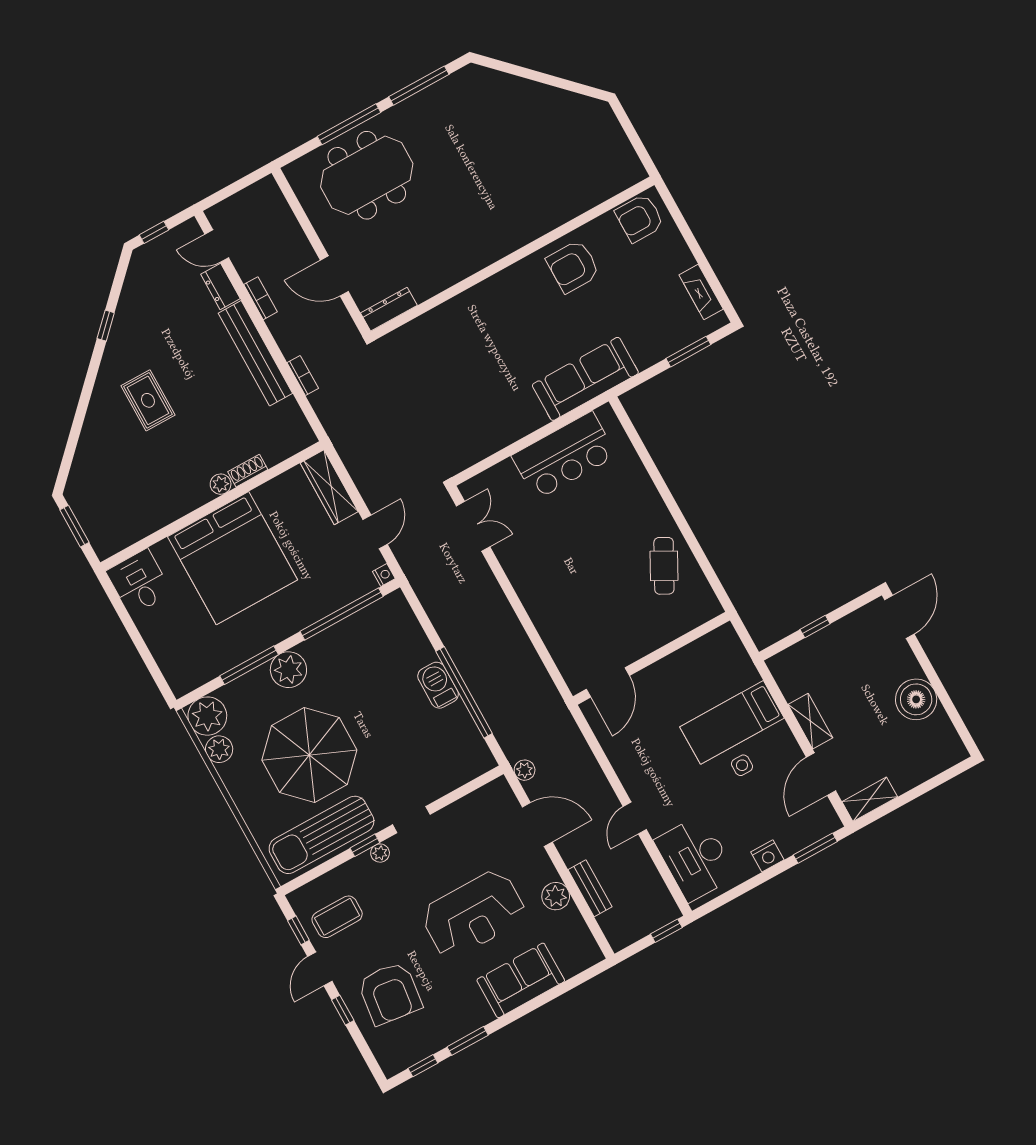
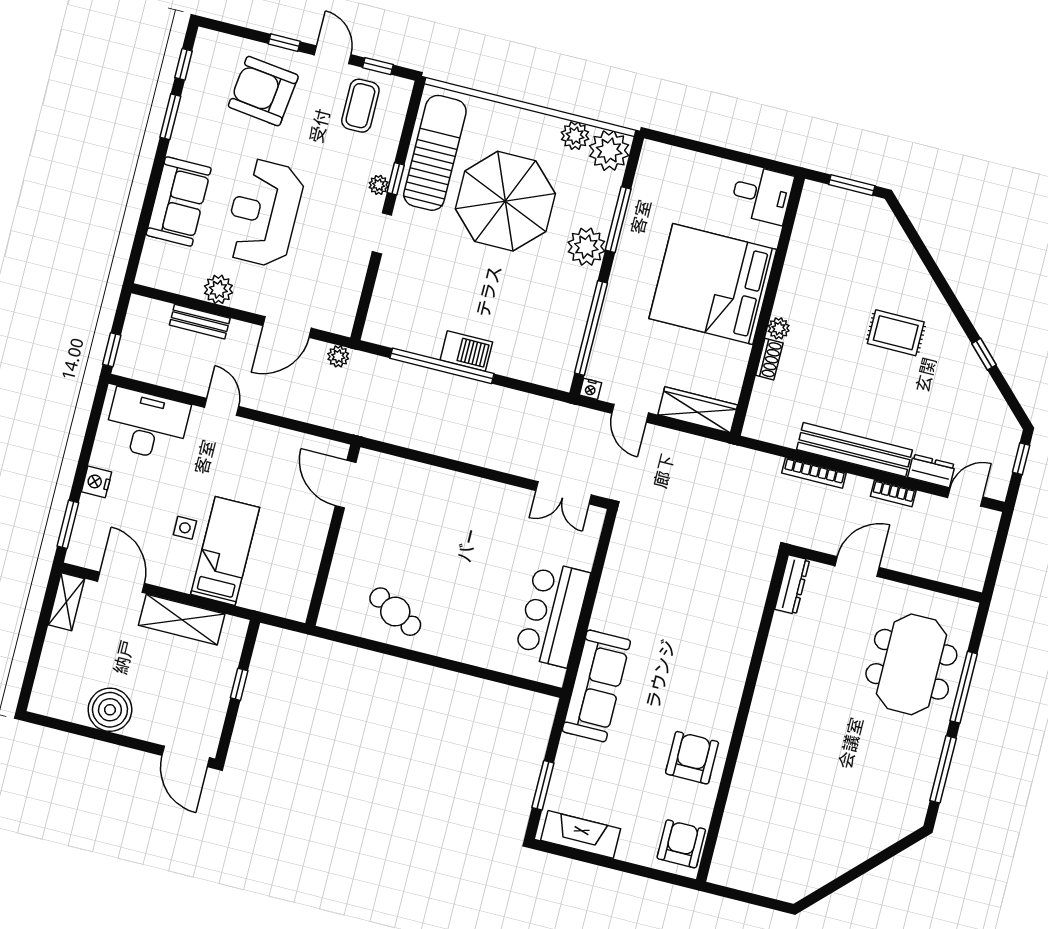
fireplace: (701, 292) -> (581, 834), width x1.37, depth x1.32
bookcase: (303, 376) -> (814, 473), width x1.56
shelving: (810, 721) -> (182, 620), width x1.50, depth x1.33

